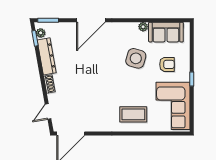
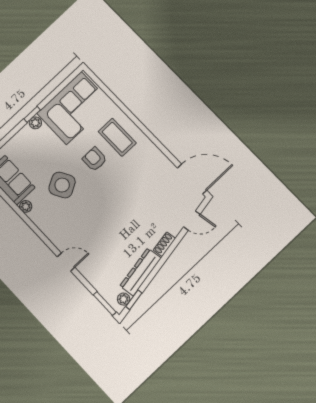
door: (91, 20) -> (66, 262), width x0.53
side table: (136, 58) -> (62, 185), turned 45
armchair: (167, 64) -> (95, 159), moved
plant: (185, 76) -> (35, 123), added

